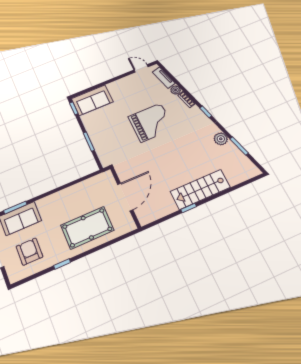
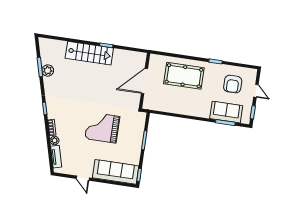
door: (141, 68) -> (83, 178), moved
sofa: (92, 100) -> (116, 172), width x1.36
grand piano: (151, 123) -> (102, 128), moved
plant: (221, 139) -> (48, 71), moved

